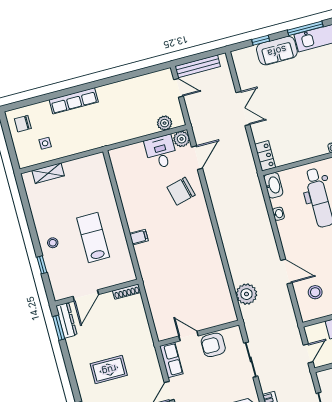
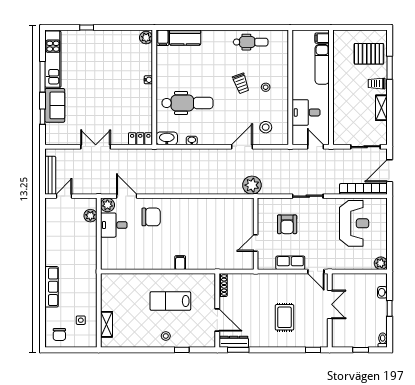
chair: (181, 191) -> (151, 217), turned -76
wall: (199, 333) -> (256, 234), moved
door: (189, 336) -> (256, 243), moved

